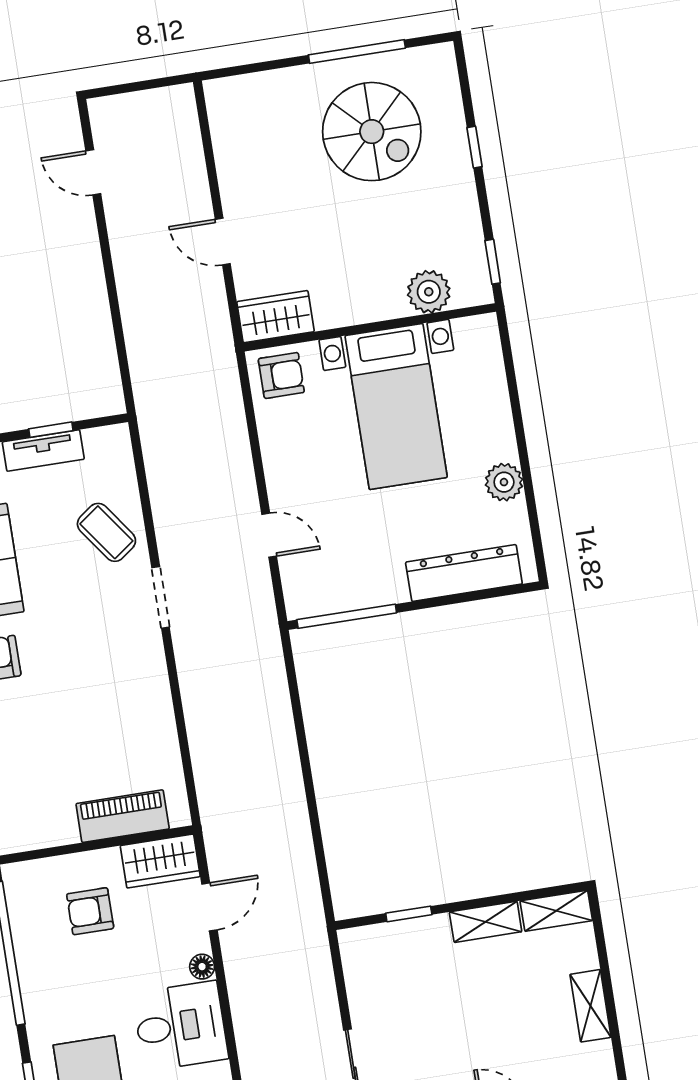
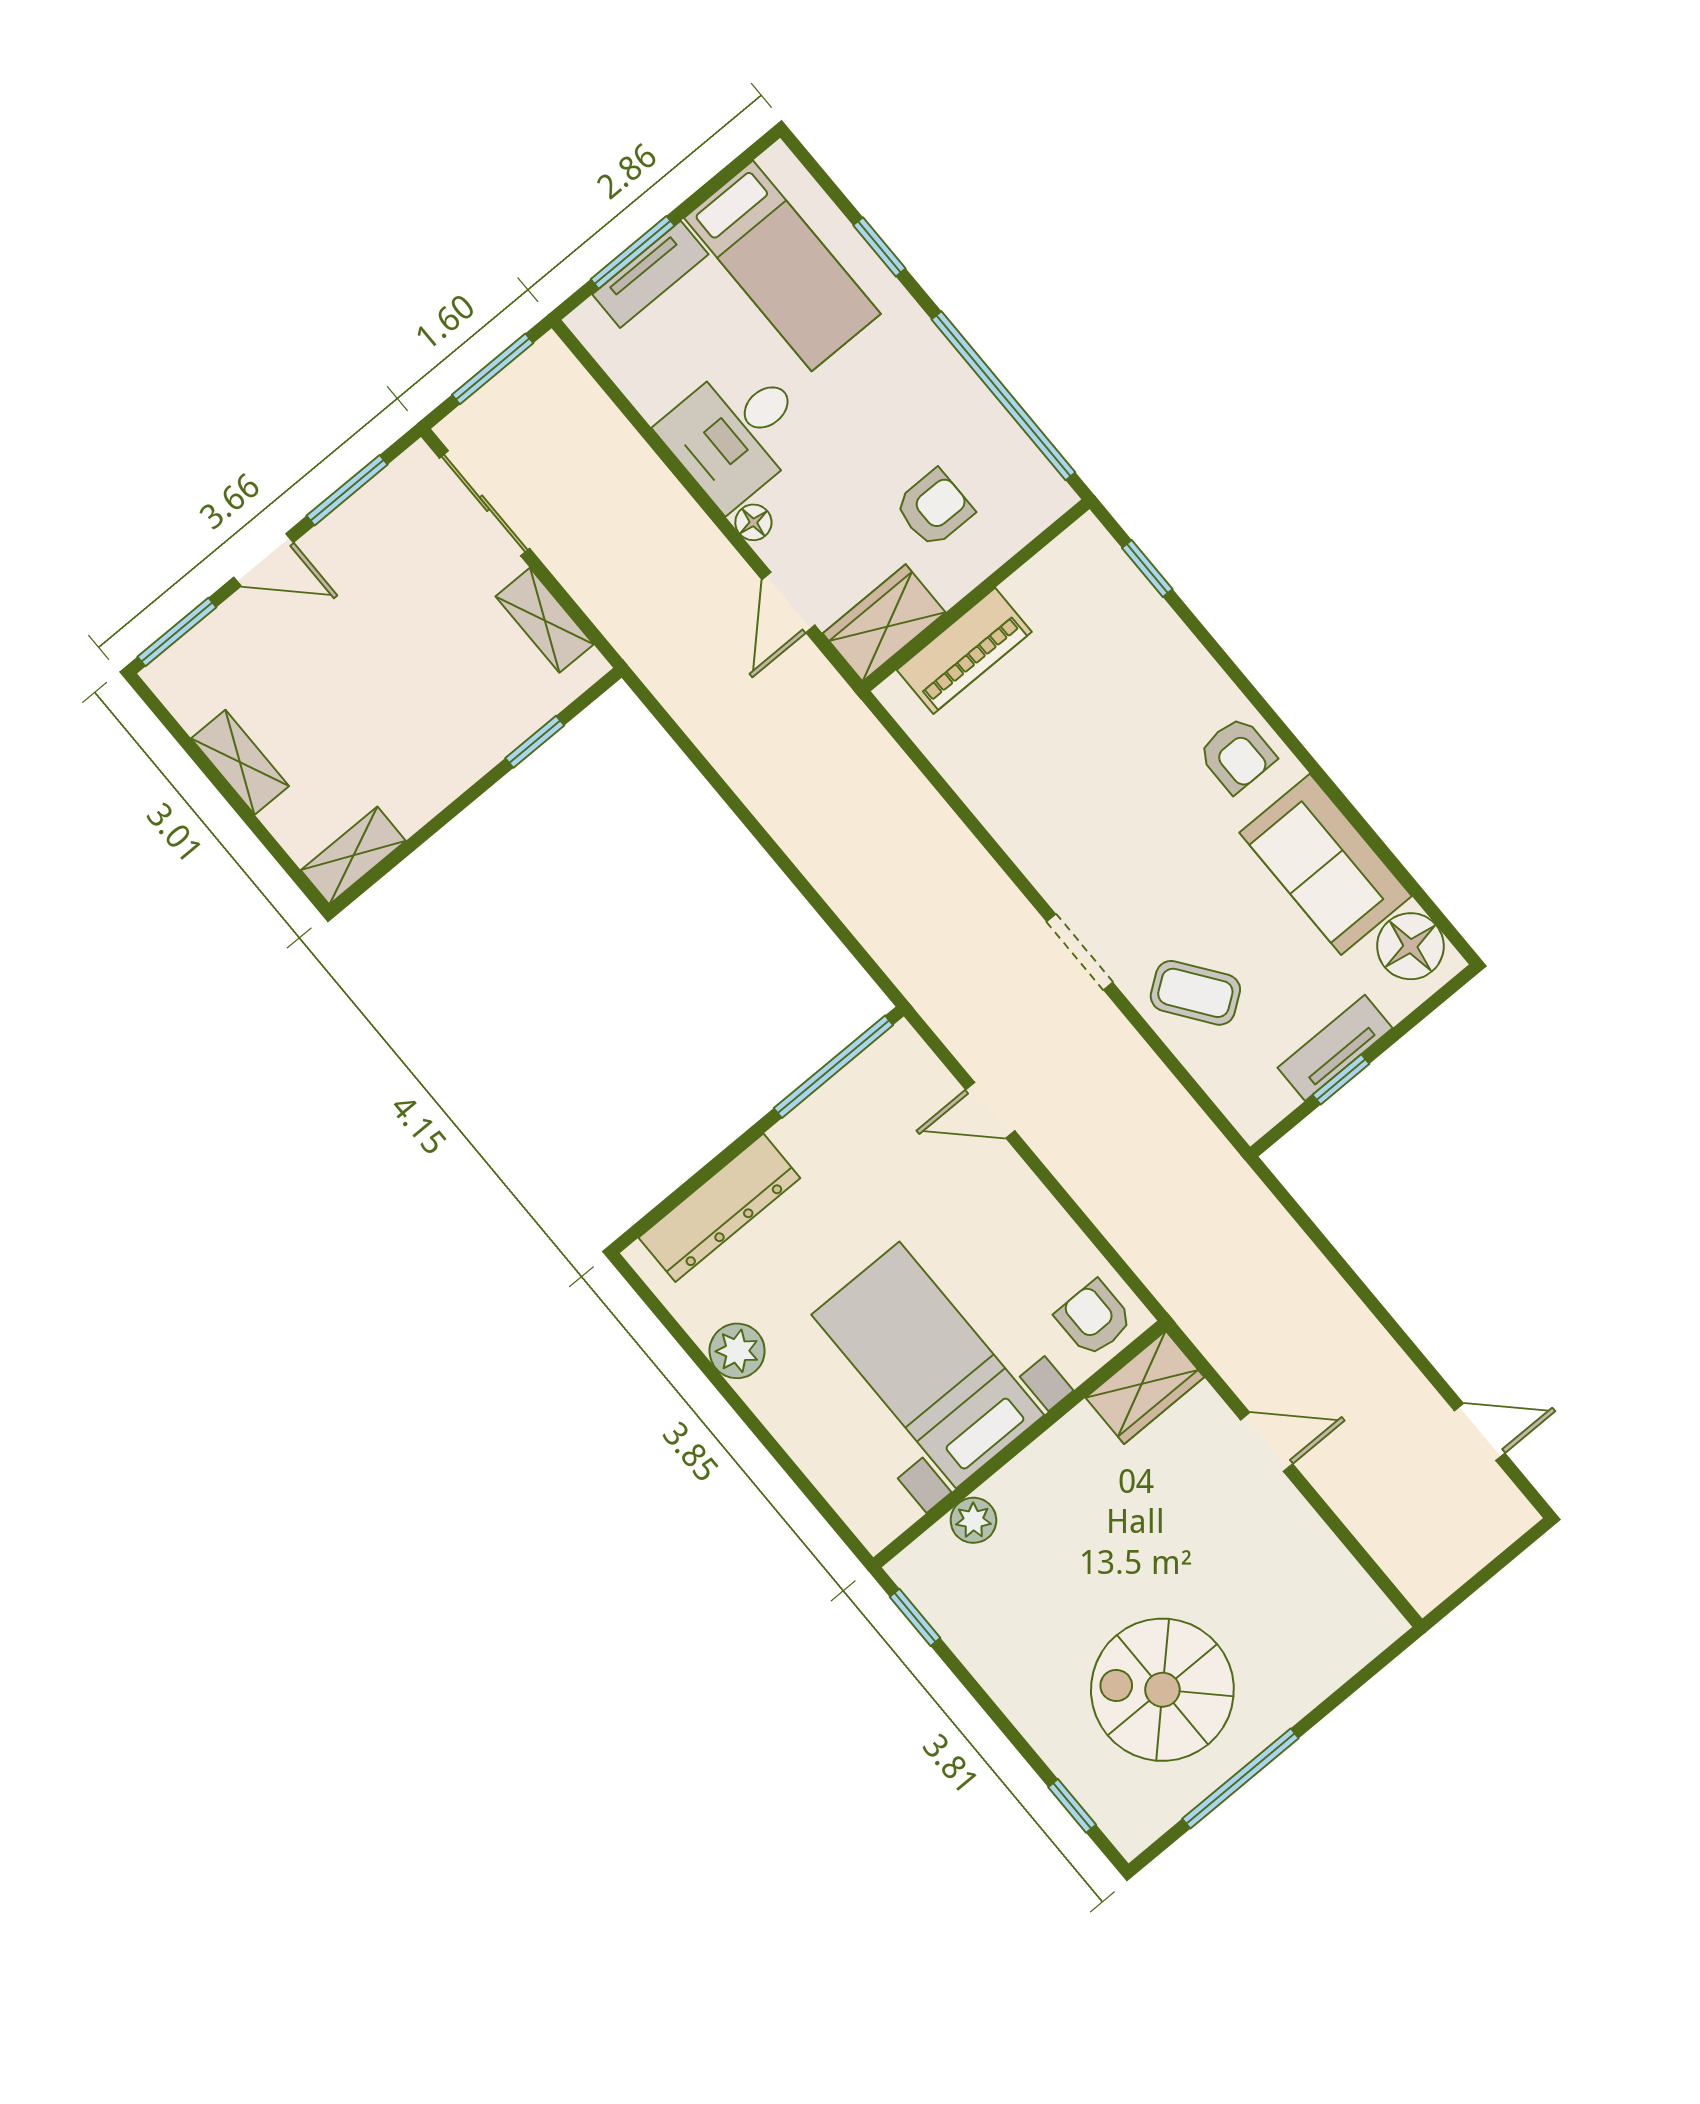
window: (475, 147) -> (1072, 1806), moved
plant: (429, 292) -> (973, 1520), width x0.73, depth x0.73
armchair: (281, 376) -> (1094, 1318), turned 90
shelving: (486, 922) -> (545, 620), moved, turned 90

